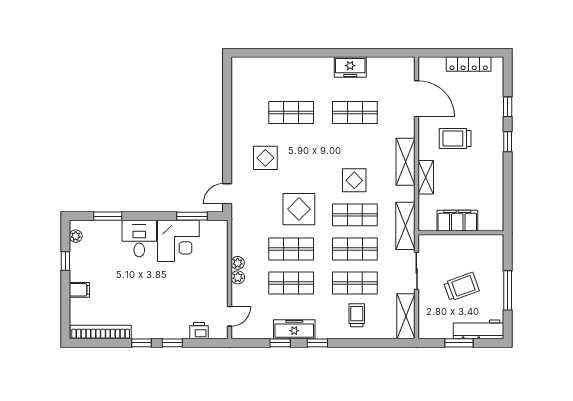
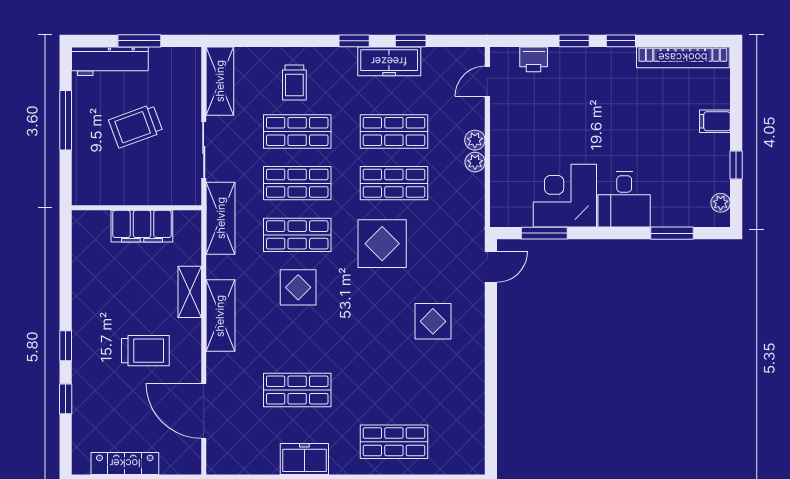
shop shelf: (291, 113) -> (394, 442), moved

